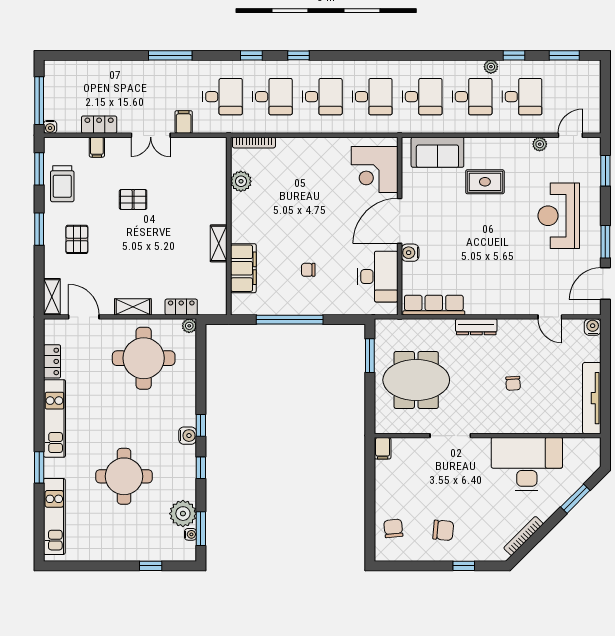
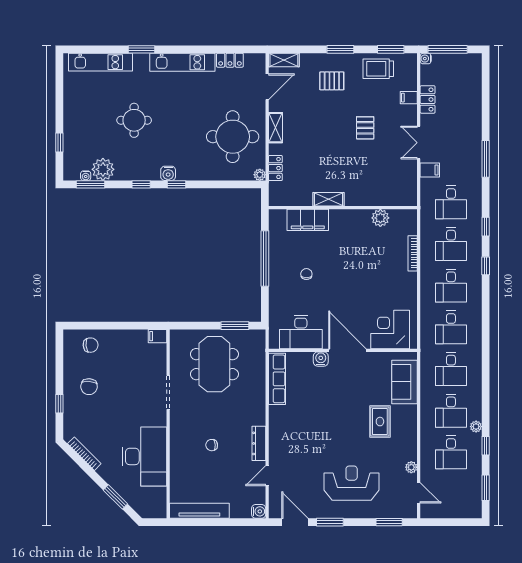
bookcase: (254, 143) -> (413, 253), moved
dresser: (476, 327) -> (259, 443), moved
round table: (124, 476) -> (134, 120), width x0.73, depth x0.73

